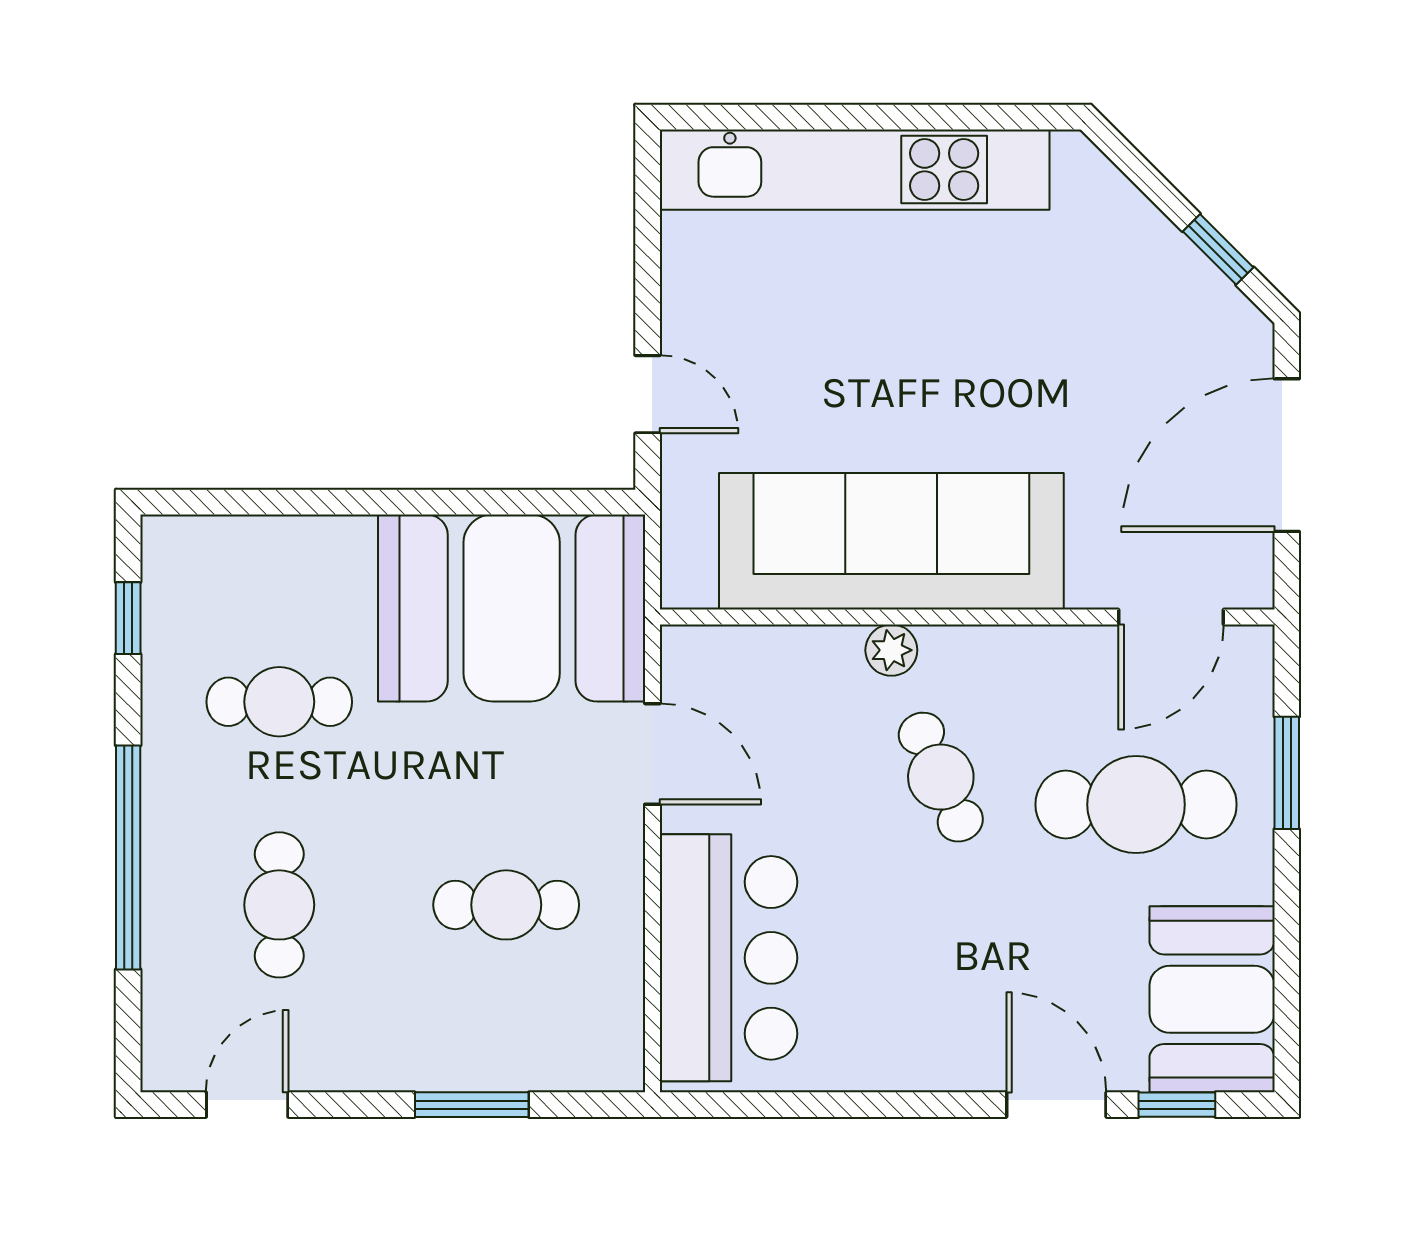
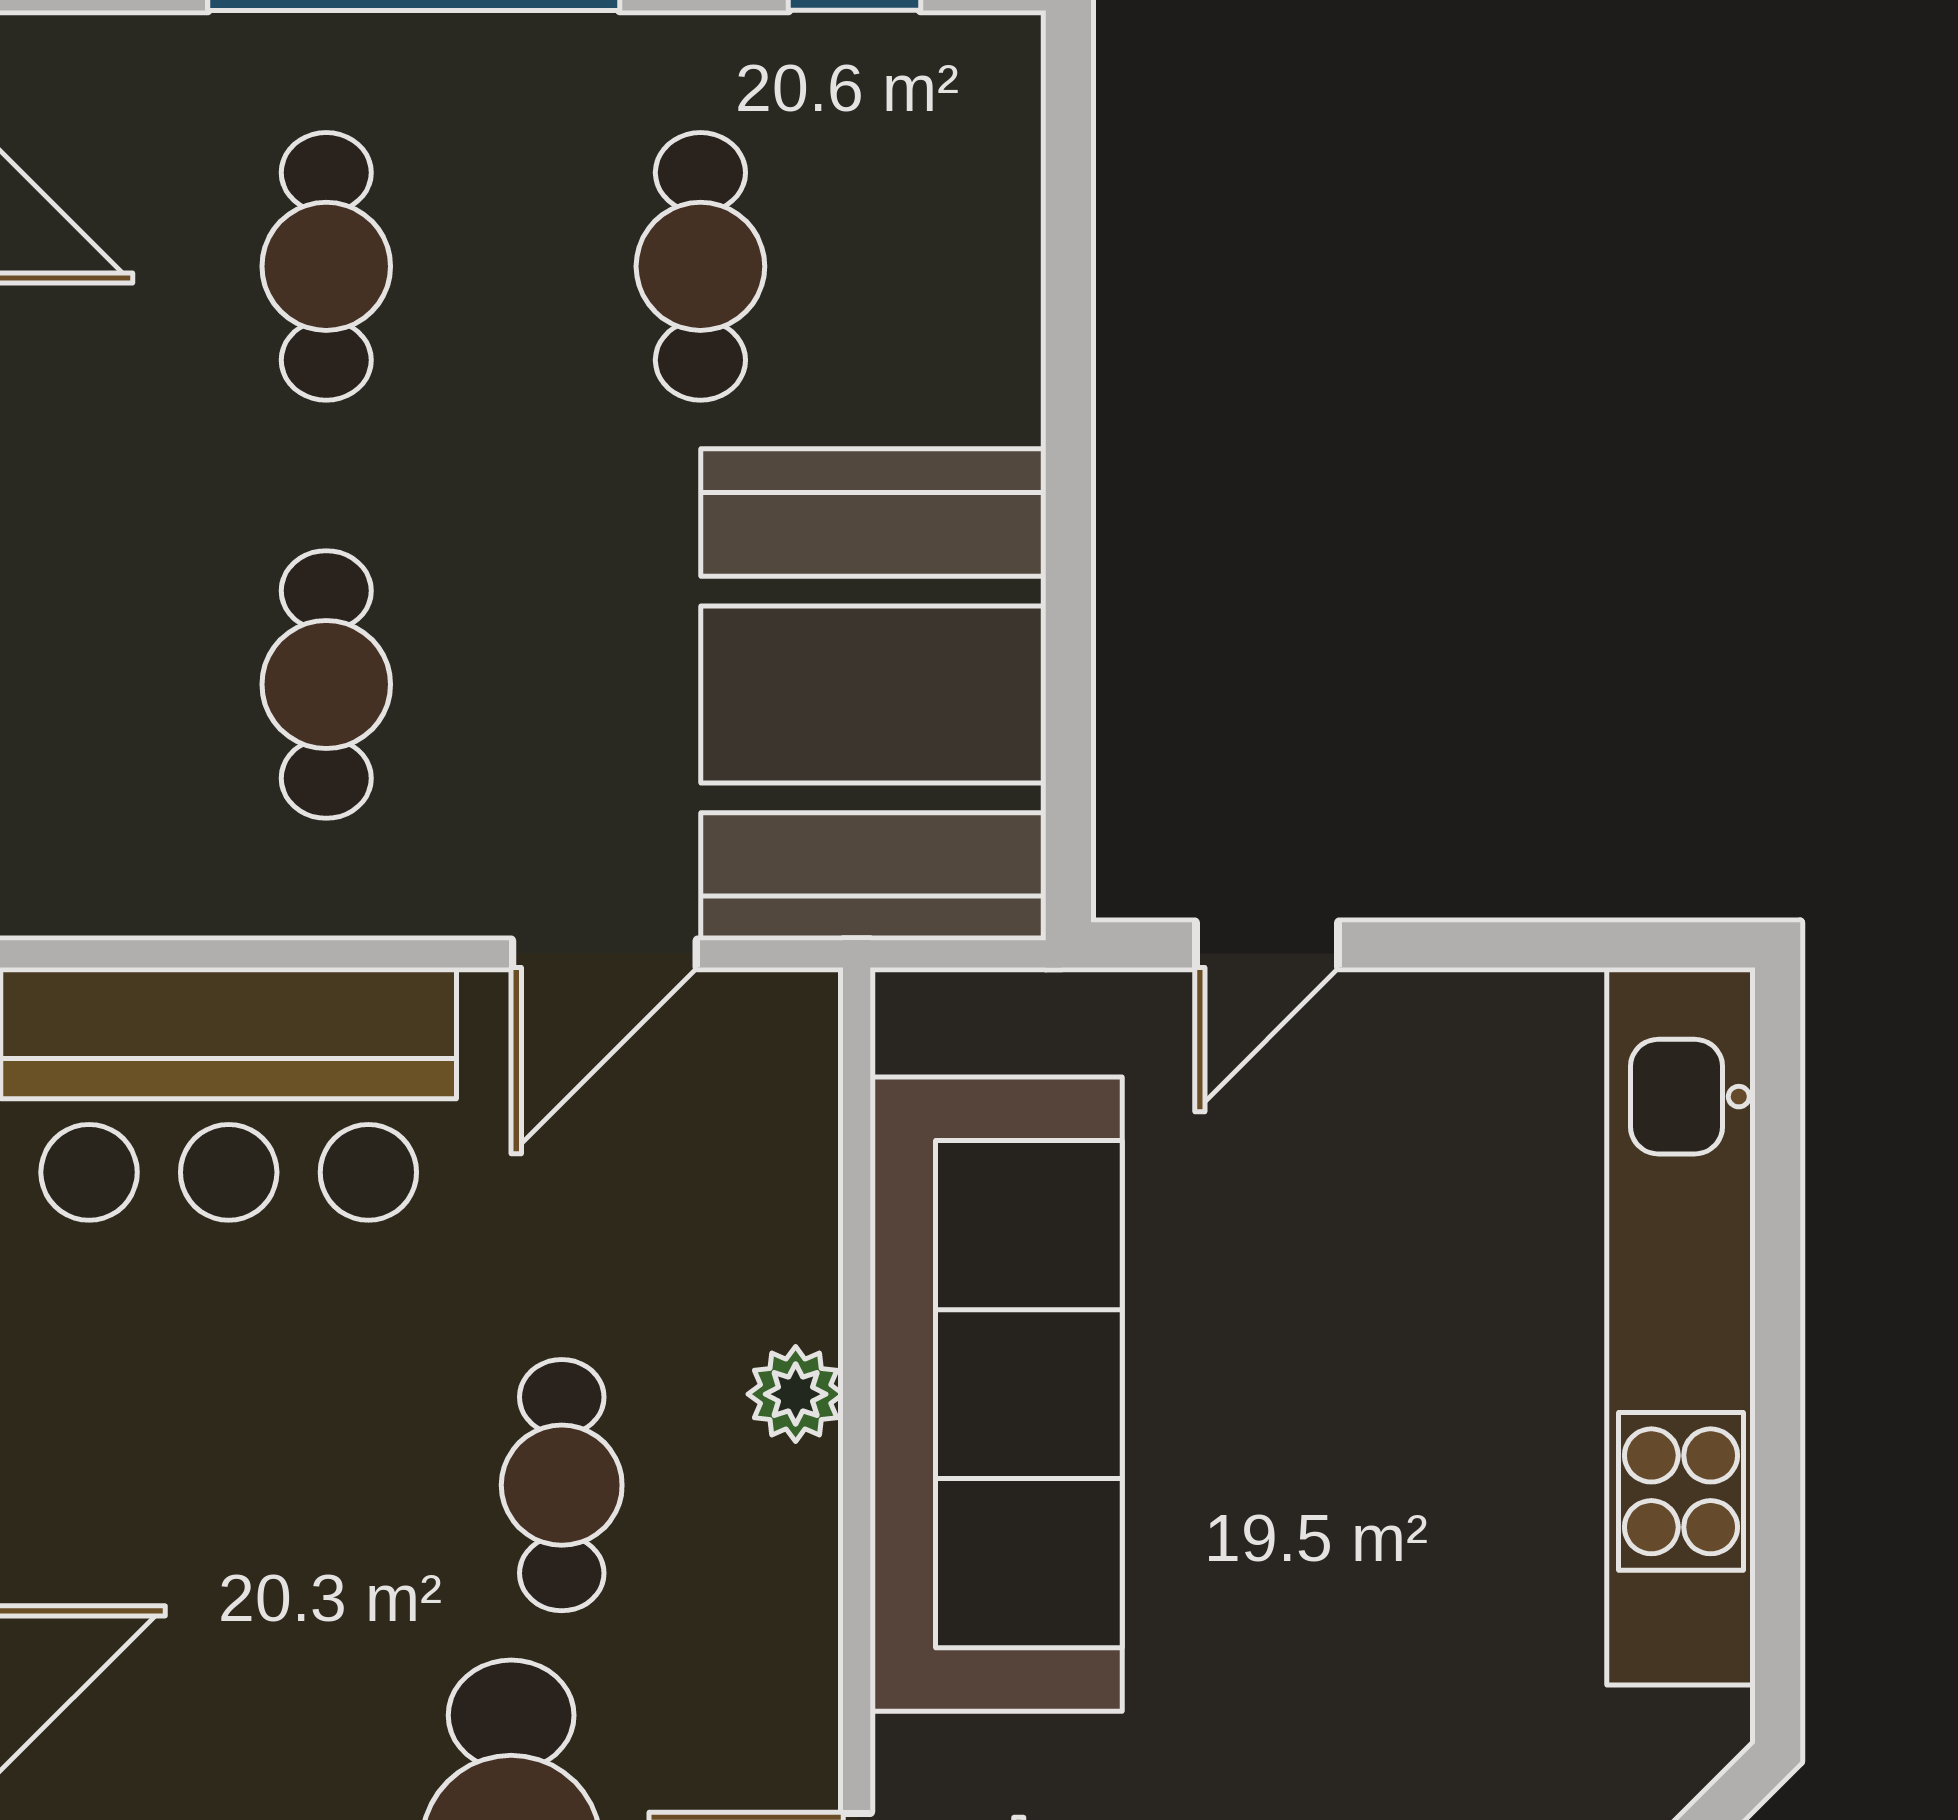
cafe table: (941, 777) -> (562, 1485), turned -66
cafe table: (279, 905) -> (326, 266), turned 90

